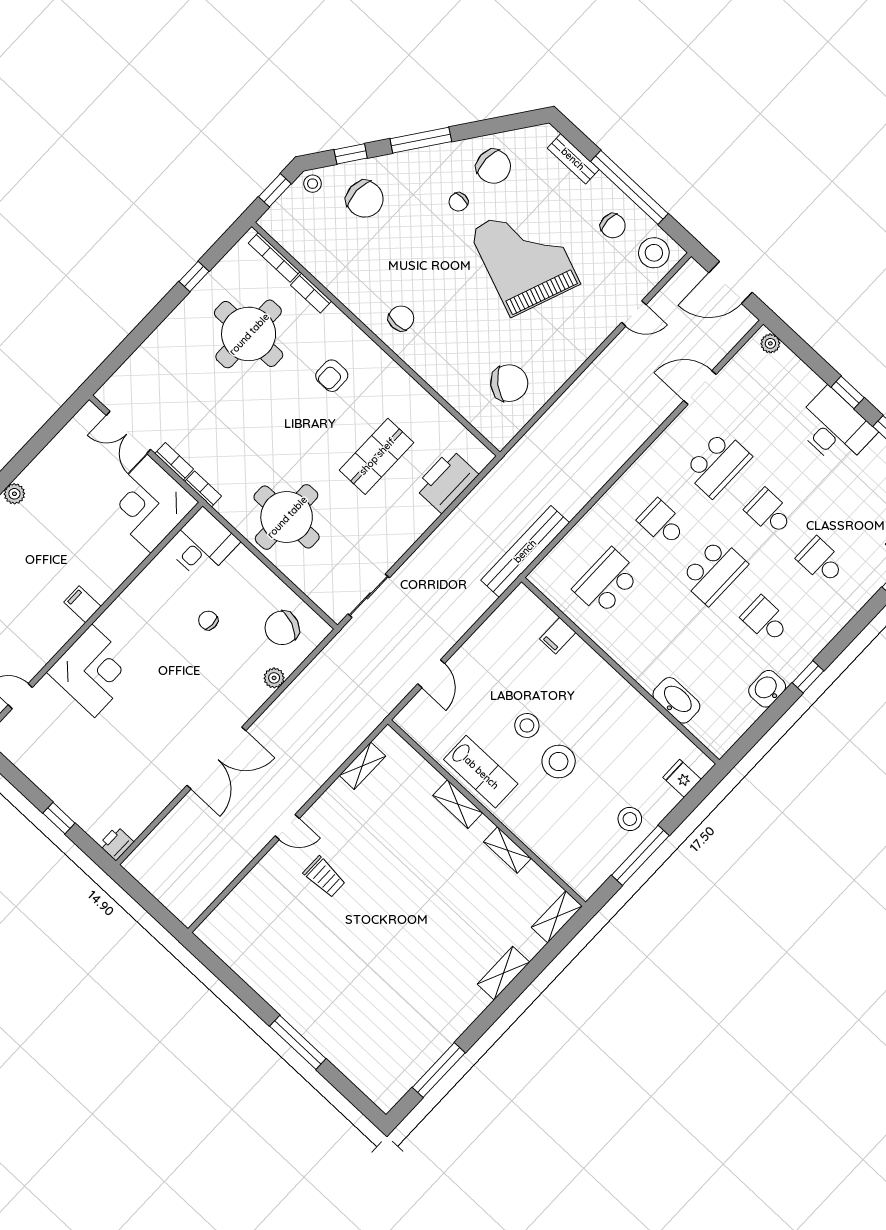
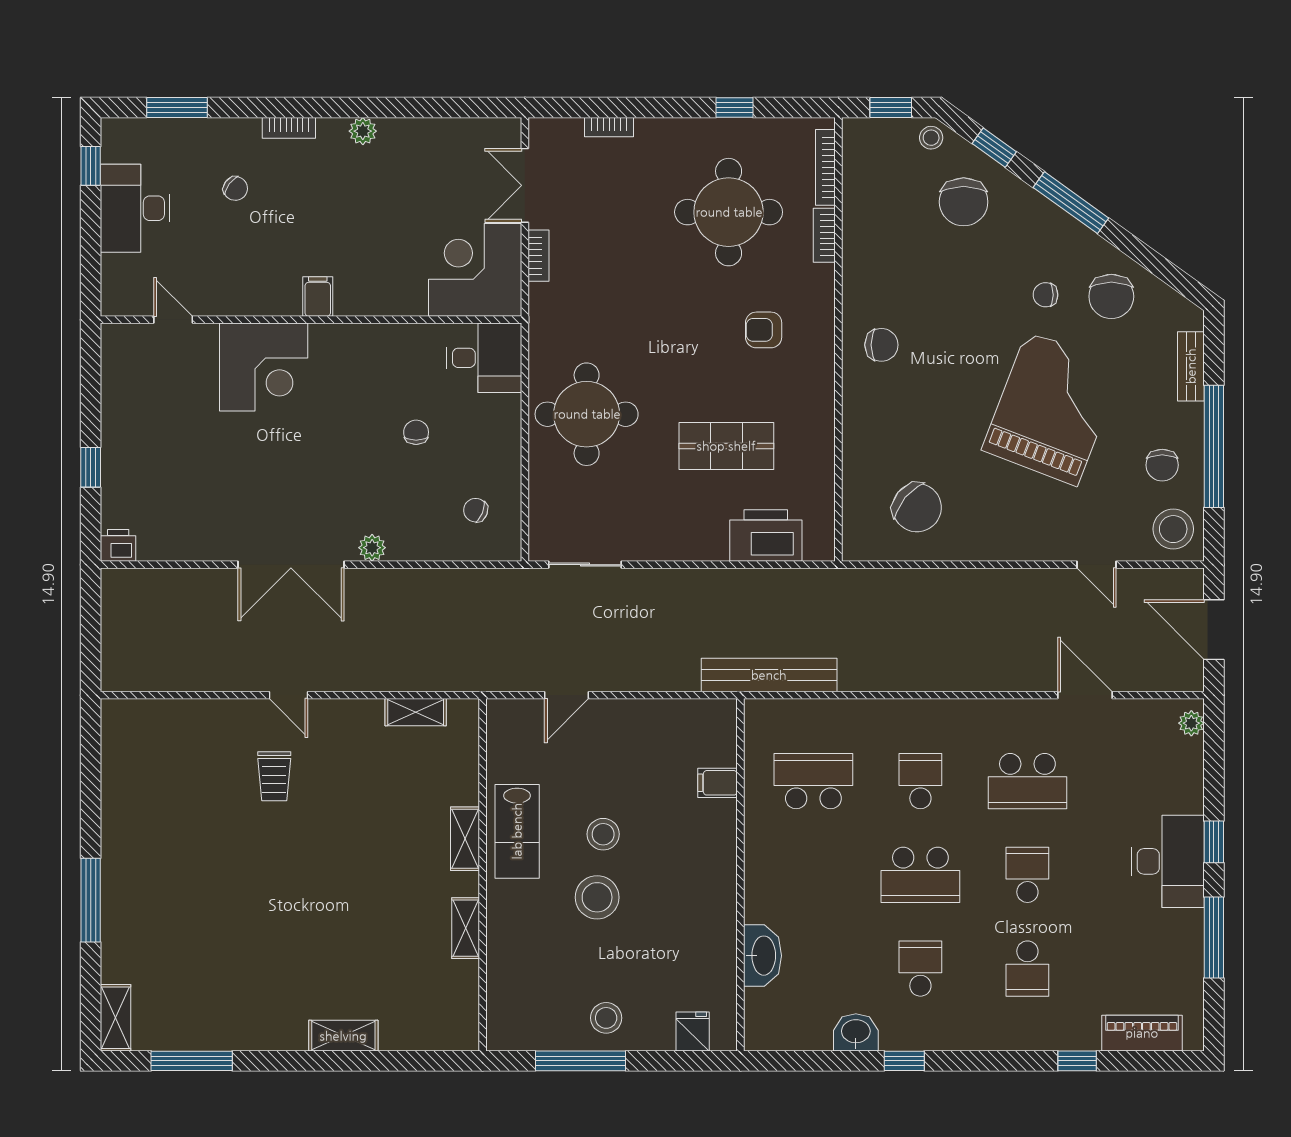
bookcase: (203, 489) -> (609, 127), moved, turned 90
school desk: (821, 561) -> (1027, 969), turned 180
chair: (282, 628) -> (476, 510), width x0.54, depth x0.54
plant: (274, 678) -> (372, 548), moved
shelving: (557, 917) -> (115, 1018), moved, turned 90

